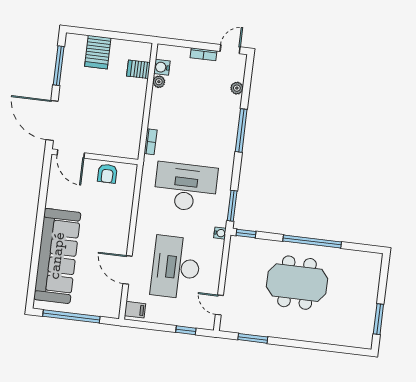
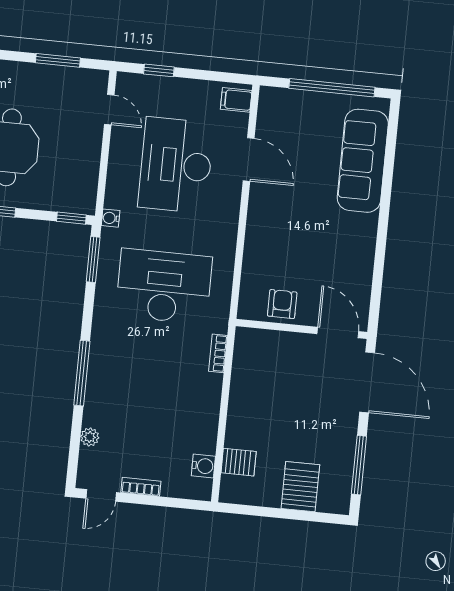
plant: (159, 82) -> (207, 444), removed
desk: (186, 187) -> (164, 286), turned 180
sofa: (57, 256) -> (363, 161), width x0.74, depth x0.79
desk: (176, 267) -> (176, 165), turned 180

